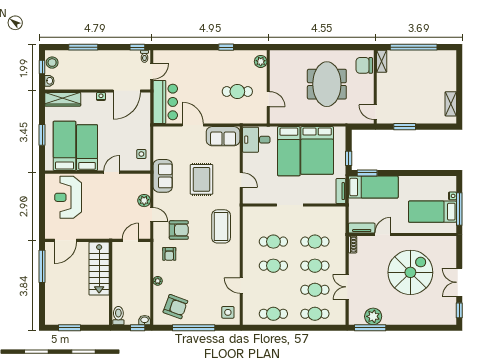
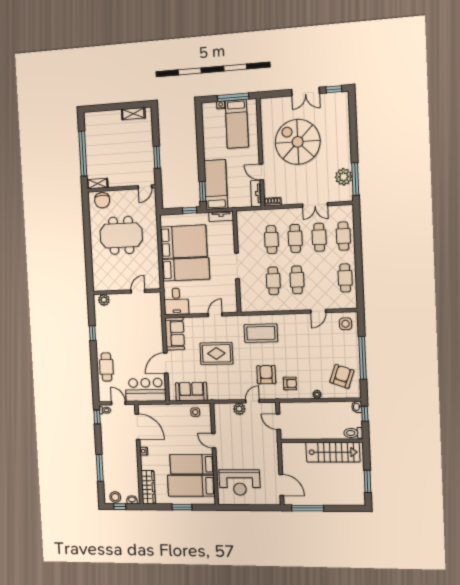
cafe table: (237, 91) -> (106, 367), moved
sofa: (163, 176) -> (191, 392), moved
stairs: (99, 269) -> (333, 452), moved

